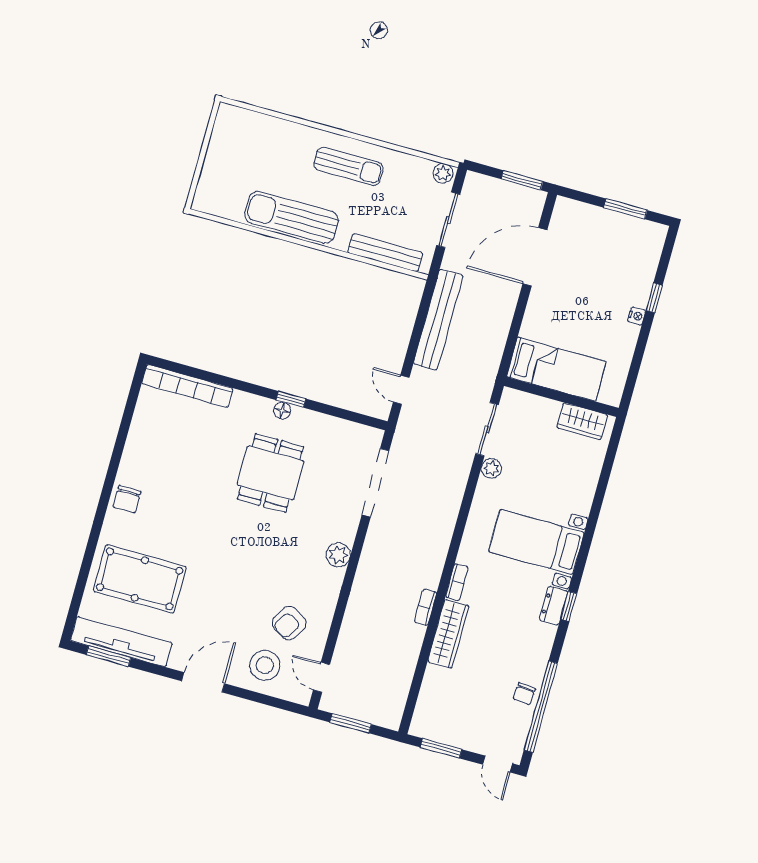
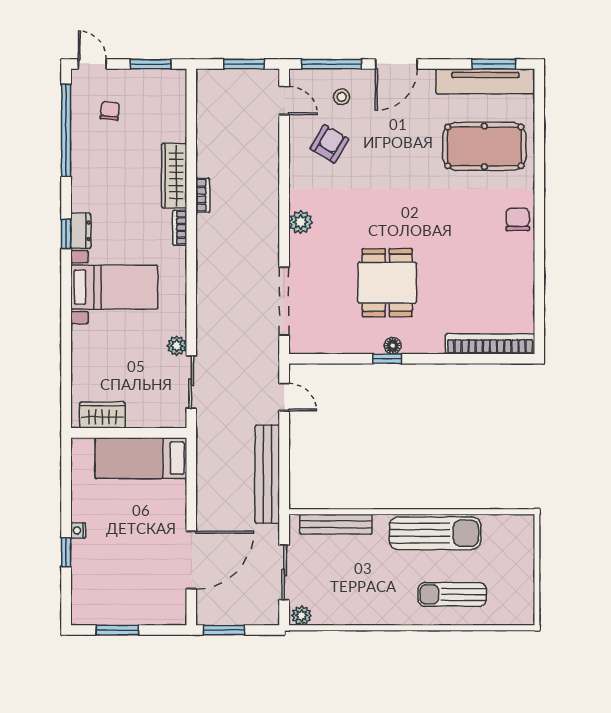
sun lounger: (348, 166) -> (452, 594), moved
stool: (265, 665) -> (342, 97), width x0.53, depth x0.53
chair: (524, 694) -> (110, 111), moved
window: (266, 700) -> (332, 64), added

